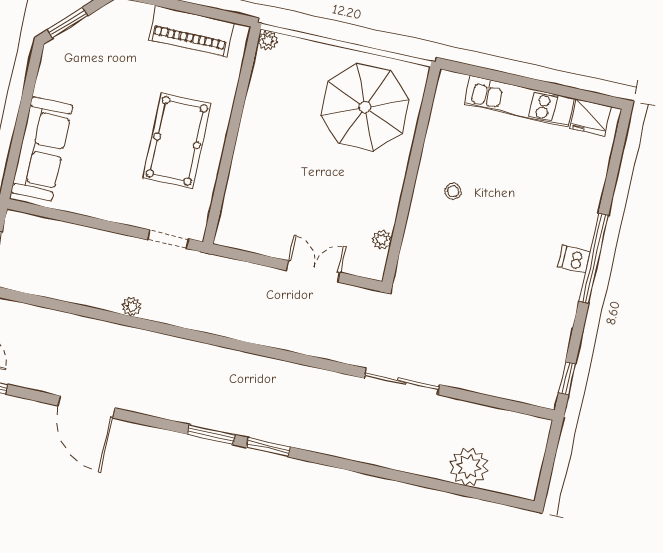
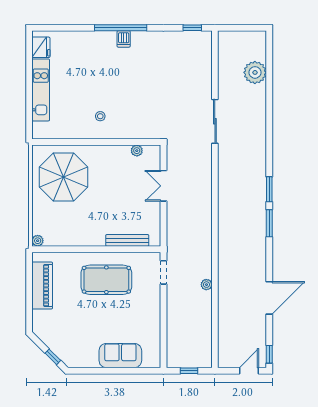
window: (68, 23) -> (53, 357), width x0.67
sofa: (42, 149) -> (120, 356), width x0.73
bench: (235, 190) -> (127, 240), added

